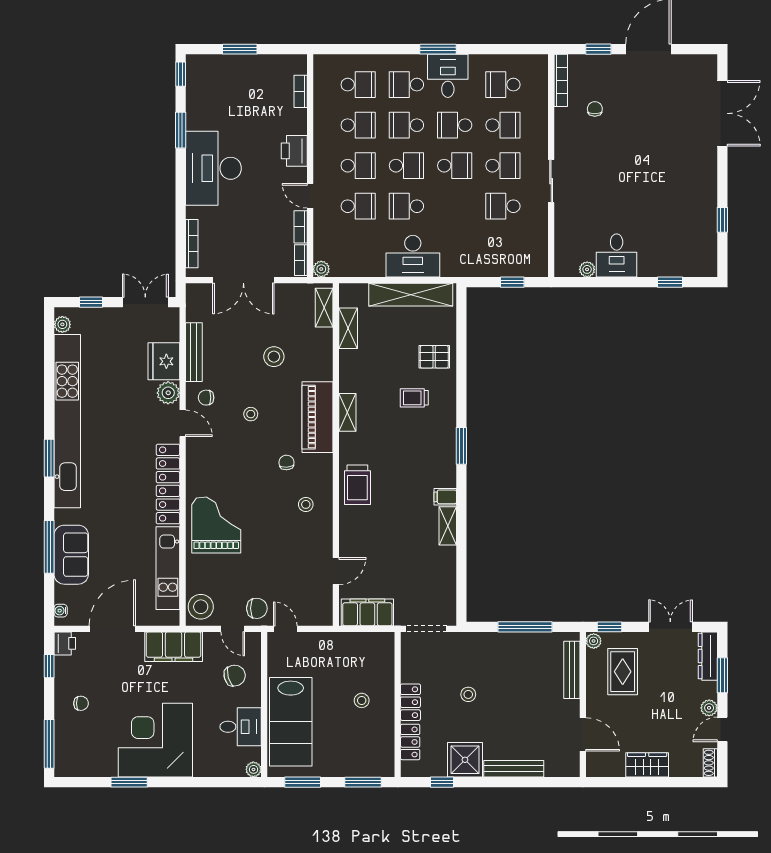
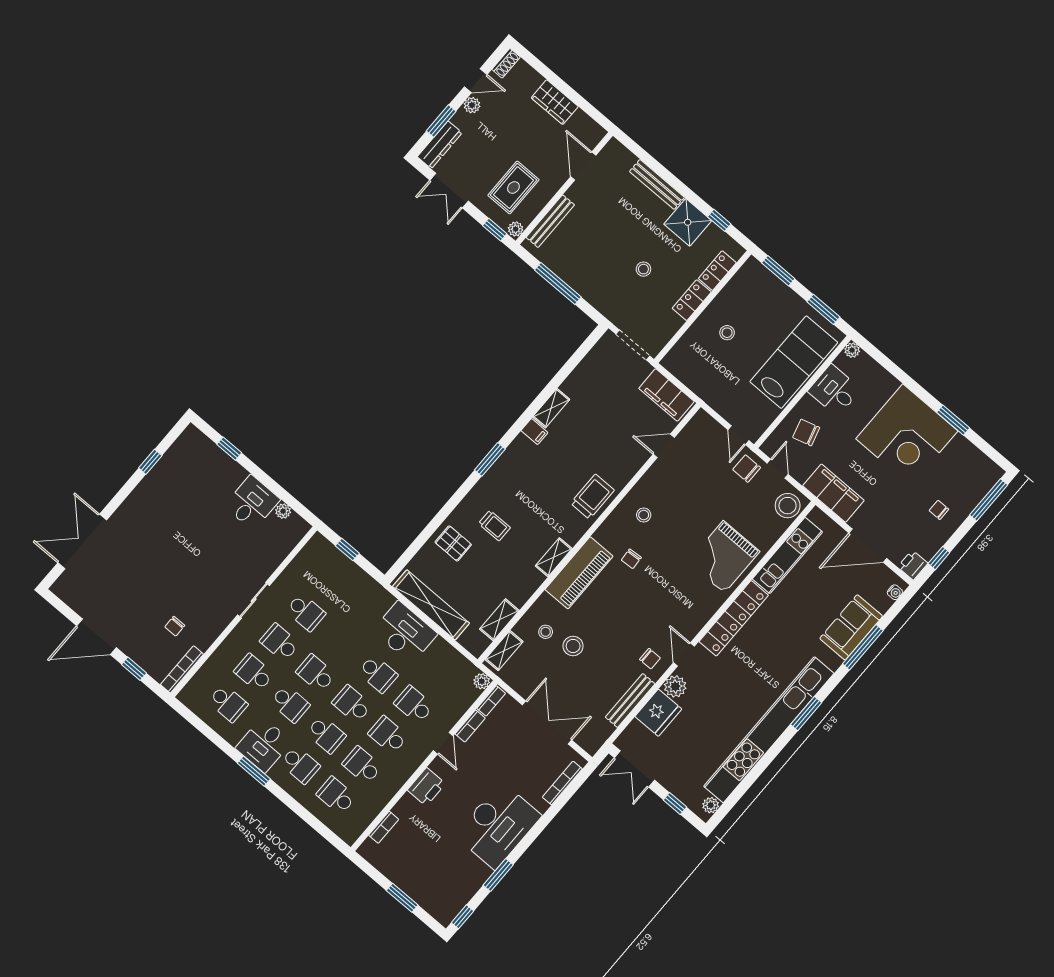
stool: (251, 414) -> (546, 632), moved

